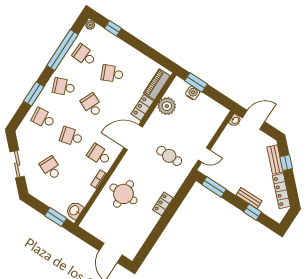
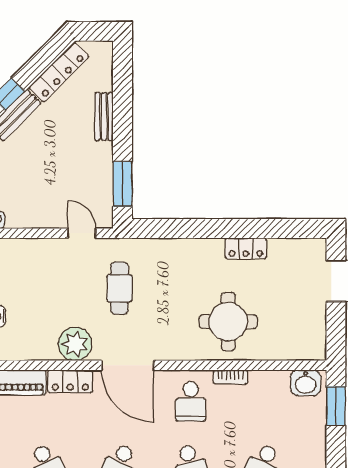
plant: (167, 106) -> (75, 344), moved
locker: (163, 204) -> (246, 248), moved
window: (253, 212) -> (122, 96), removed

